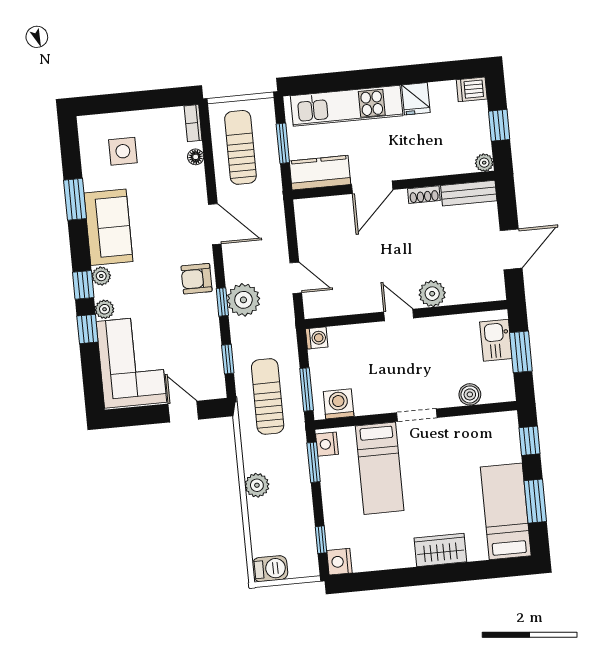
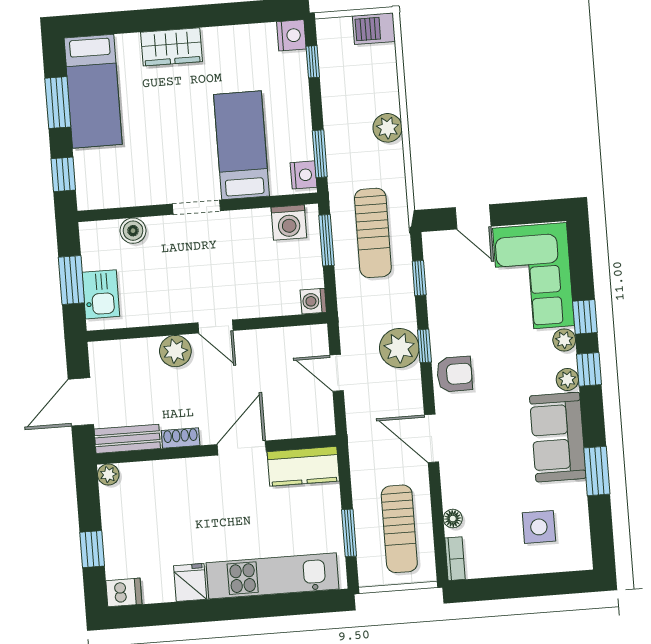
plant: (484, 163) -> (108, 475), moved
kitchen counter: (320, 173) -> (303, 466), moved
wall: (394, 185) -> (216, 450), moved
door: (372, 187) -> (242, 448), moved
bench: (469, 193) -> (127, 439), moved
shoe rack: (424, 195) -> (181, 438), moved

